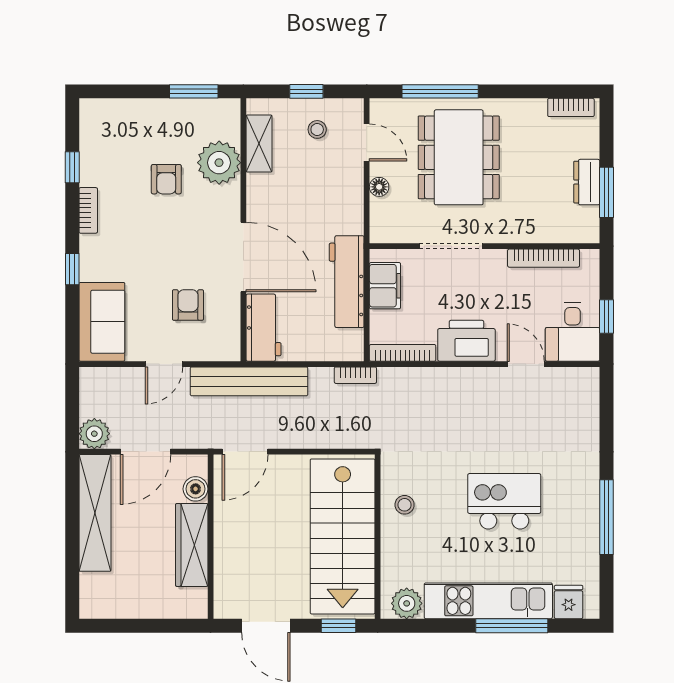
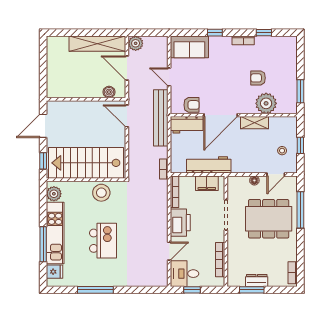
shelving: (259, 144) -> (254, 123), moved
armchair: (188, 305) -> (191, 105), moved
stool: (405, 505) -> (101, 193), width x1.89, depth x1.89
wardrobe: (192, 545) -> (82, 90), removed

